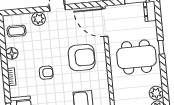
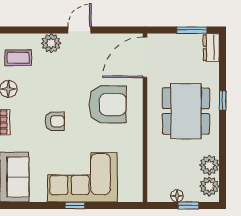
door: (105, 22) -> (145, 57), hinge flipped
dining table: (137, 57) -> (186, 111), turned 90

